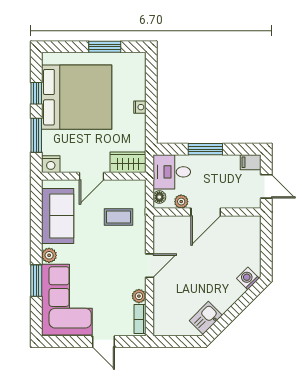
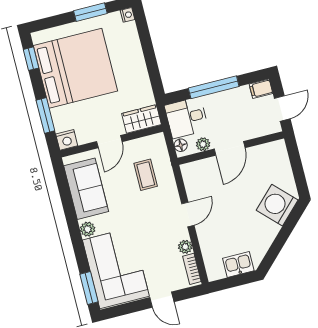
window: (36, 93) -> (31, 59), moved
nightstand: (140, 107) -> (127, 15), moved
window: (205, 149) -> (214, 87), width x1.44
door: (266, 186) -> (282, 108), hinge flipped
coffee table: (118, 217) -> (146, 175), turned 90
washing machine: (248, 278) -> (277, 205), width x1.89, depth x1.89
window: (36, 281) -> (89, 288), moved
kitchen sink: (206, 318) -> (238, 264), moved, turned 45

